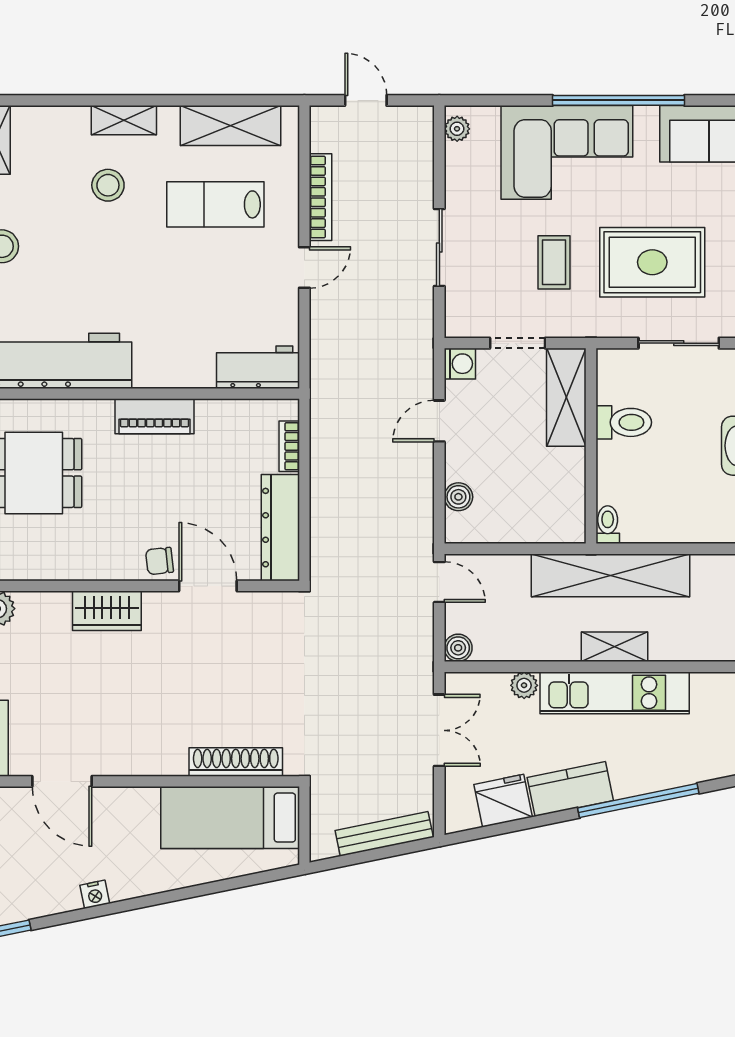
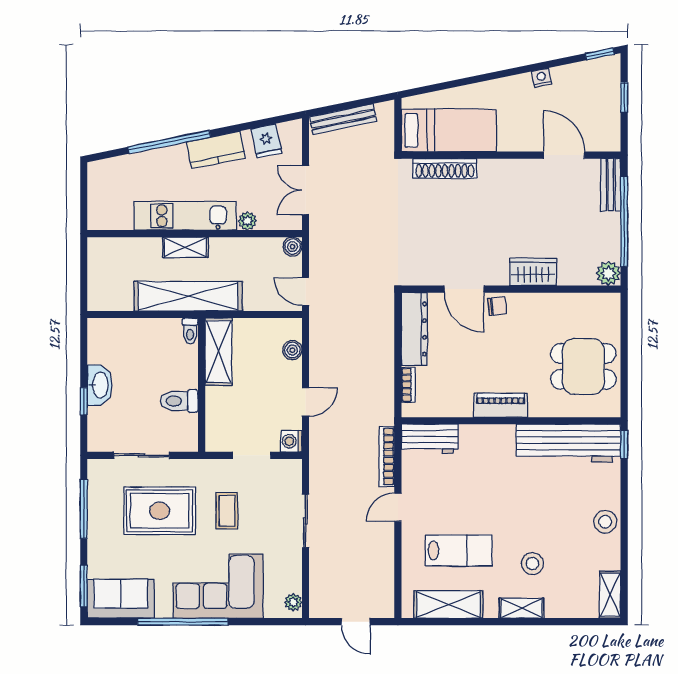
bookcase: (321, 197) -> (387, 457), moved
shelving: (566, 397) -> (218, 352), moved
fridge: (503, 801) -> (266, 141), width x0.72

